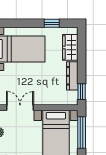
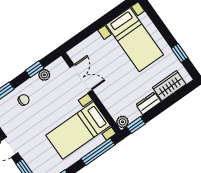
dresser: (72, 76) -> (148, 103), width x0.70
plant: (72, 100) -> (122, 122), added

